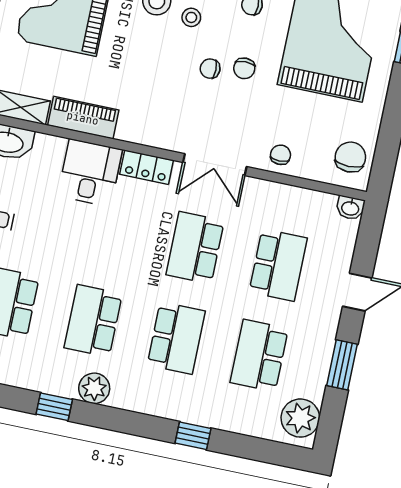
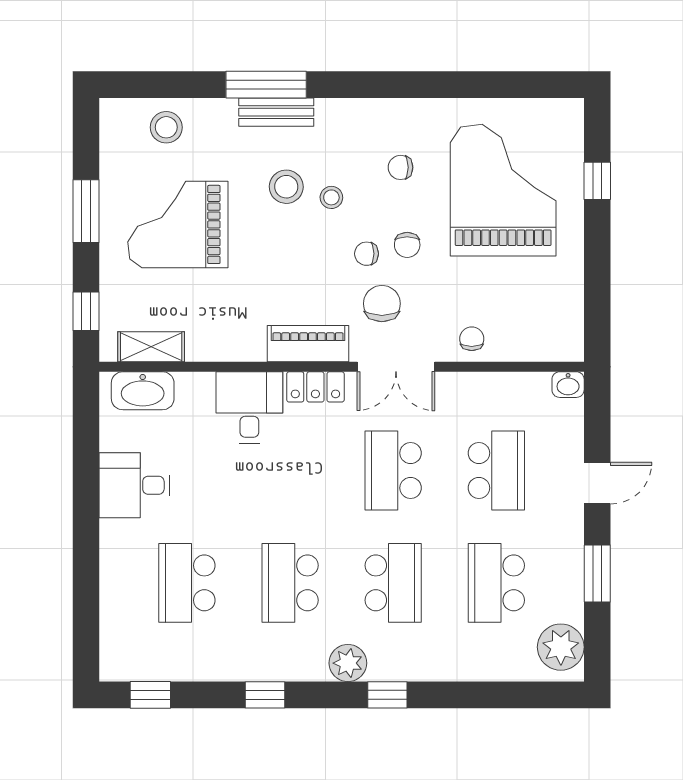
piano: (83, 118) -> (308, 344), moved
chair: (350, 157) -> (382, 304), moved
plant: (94, 388) -> (348, 663), moved
window: (193, 436) -> (387, 695), moved

